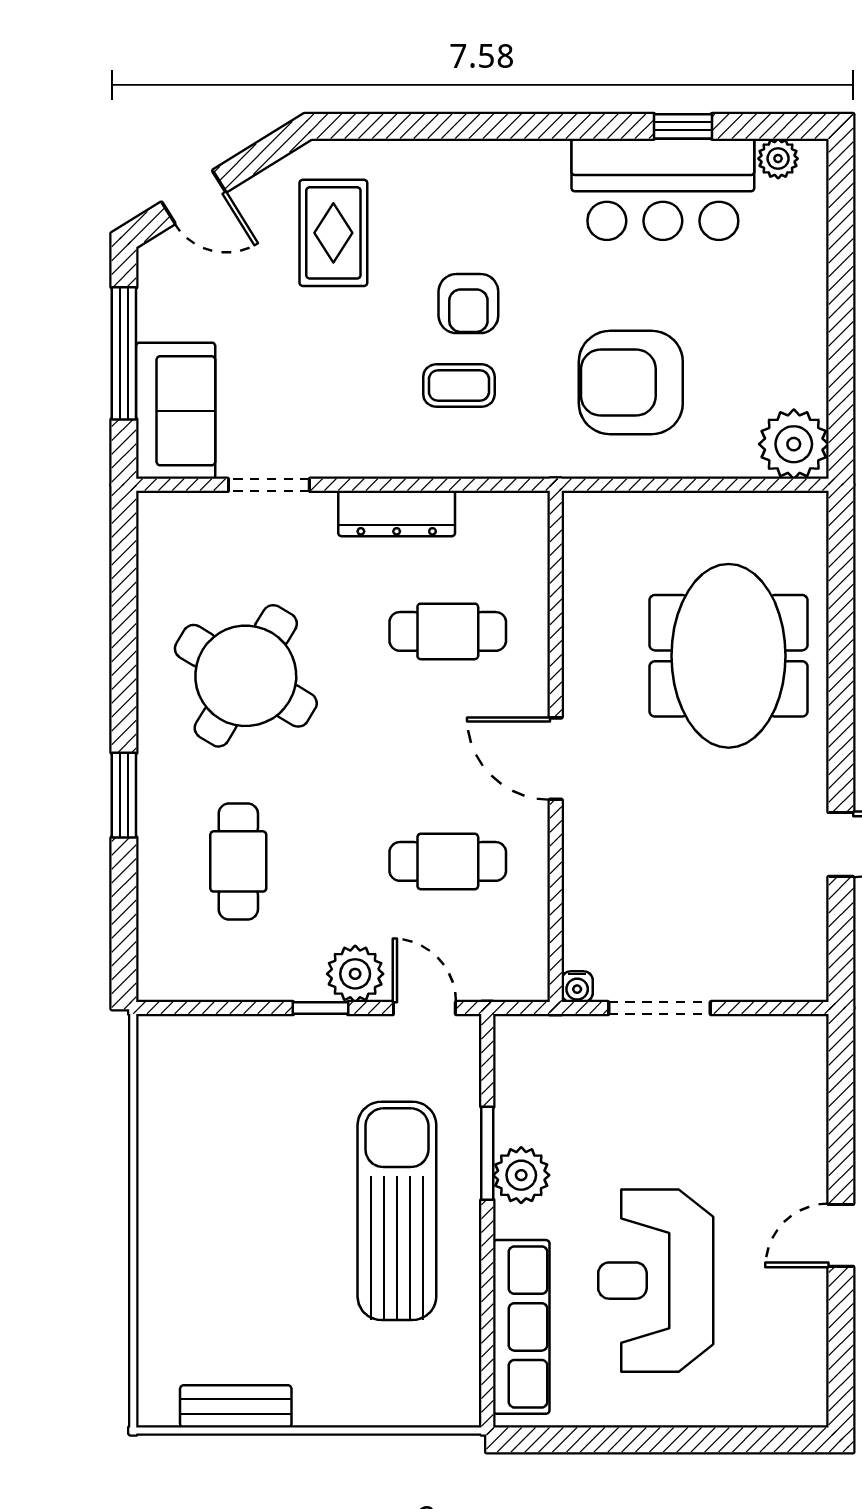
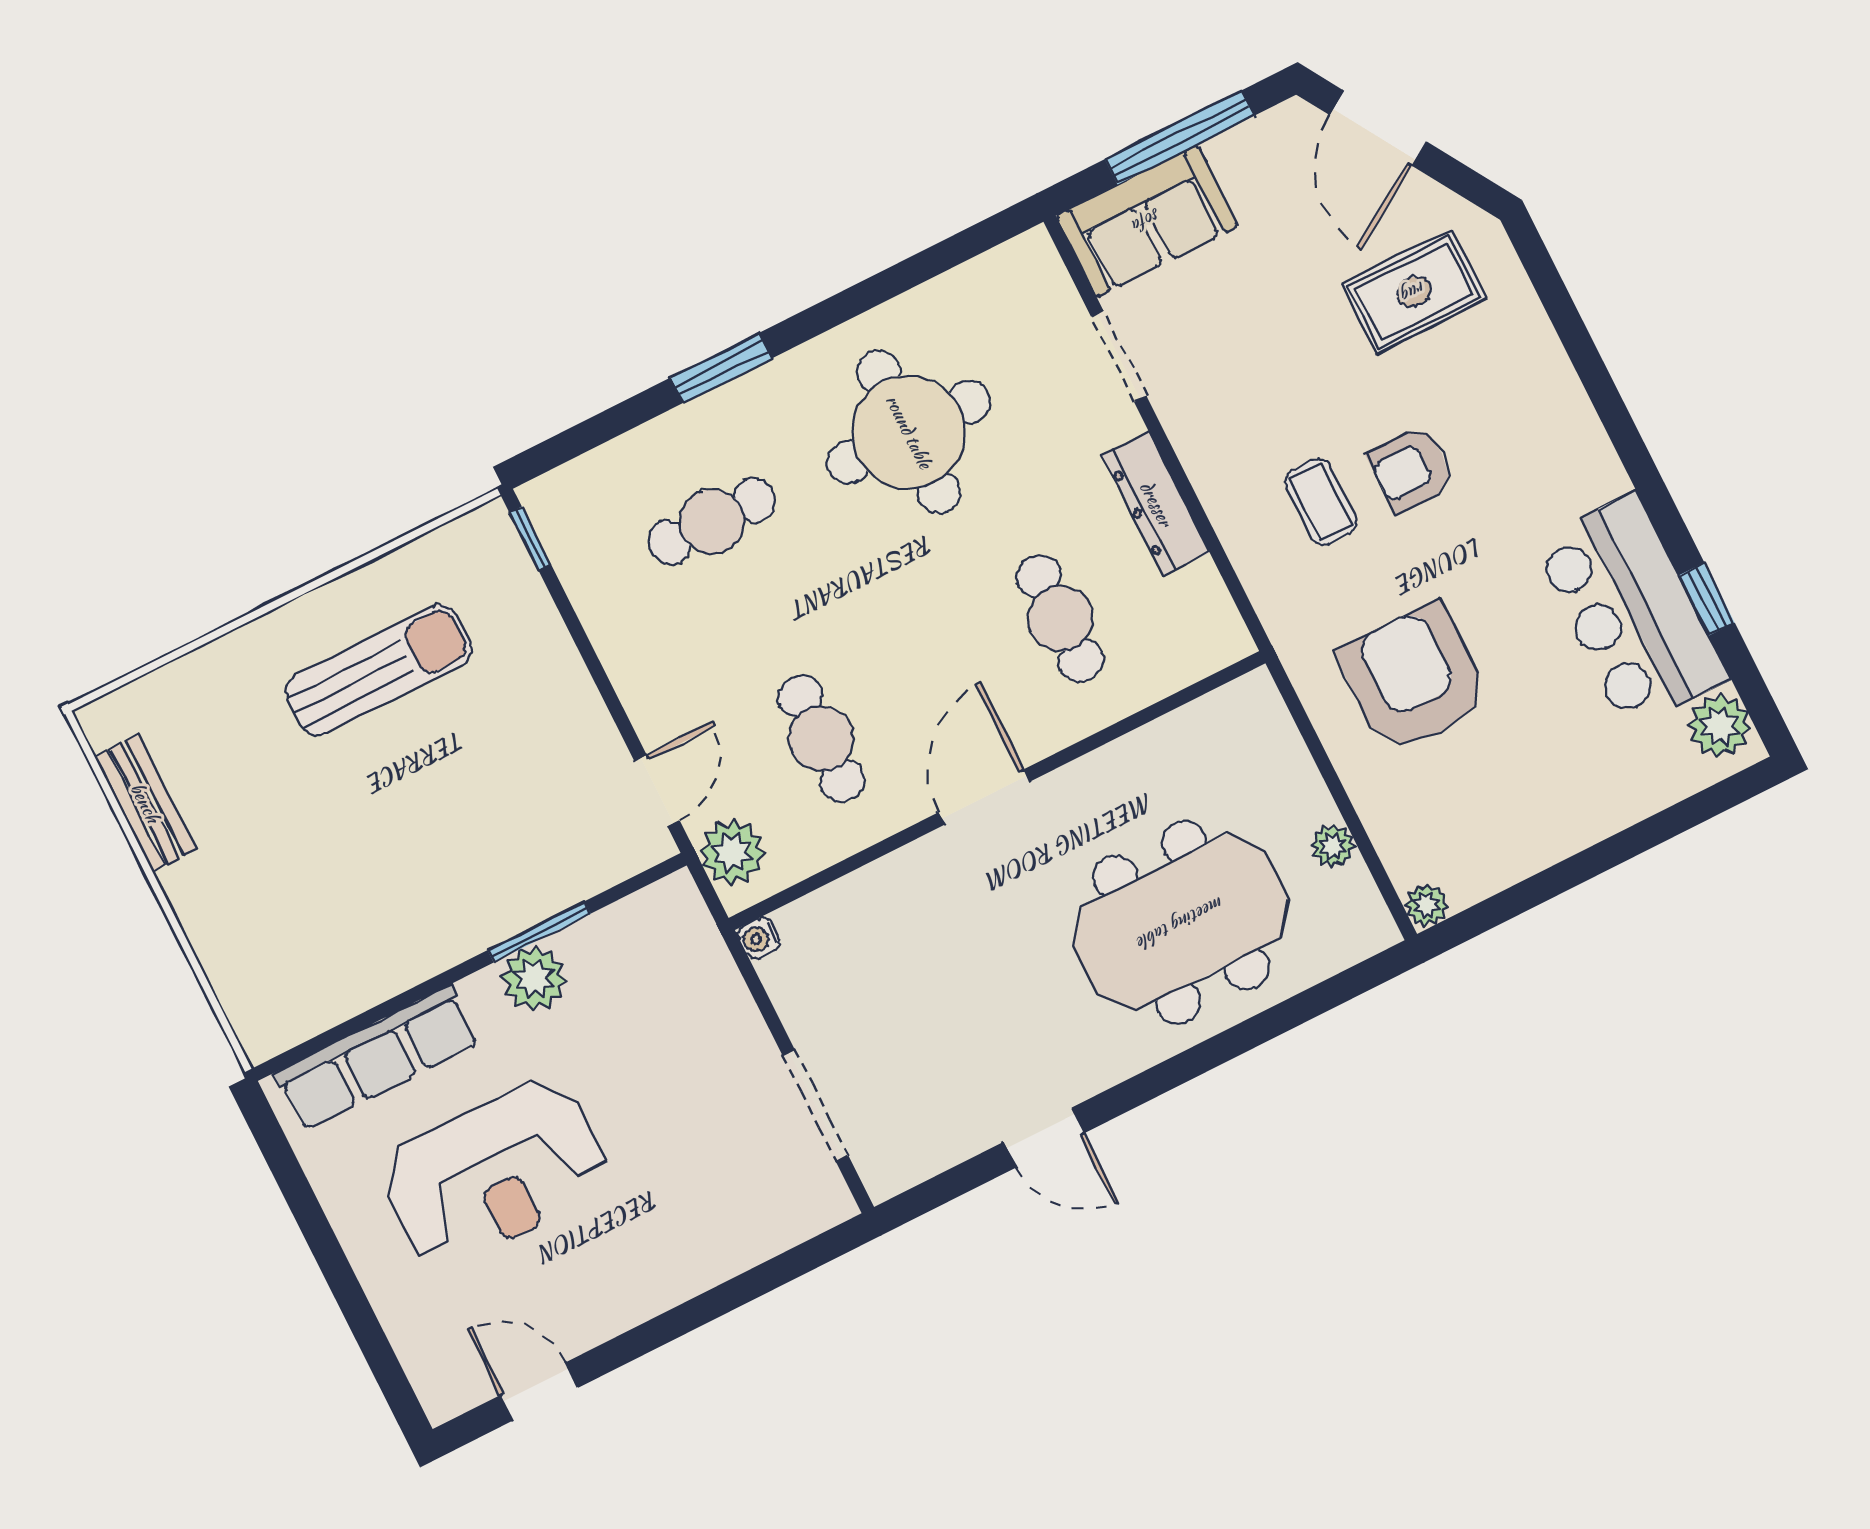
plant: (778, 159) -> (1719, 726), width x1.38, depth x1.38
door: (194, 197) -> (1378, 128), width x1.38
plant: (794, 444) -> (1427, 905), width x0.53, depth x0.53
plant: (728, 510) -> (1333, 846), added
round table: (246, 676) -> (909, 432), turned -31
plant: (355, 974) -> (732, 852), moved
window: (320, 1008) -> (530, 538), moved
doorway: (660, 1008) -> (815, 1106), moved
sun lounger: (397, 1211) -> (379, 670), moved, width x0.73, depth x0.75
door: (841, 1235) -> (539, 1391), moved
reception desk: (656, 1281) -> (495, 1173), turned 180

